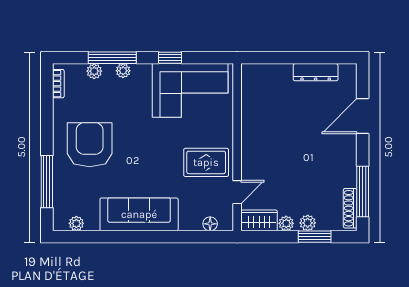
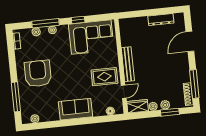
bench: (249, 145) -> (128, 64), added
sofa: (139, 214) -> (76, 109), width x0.73

